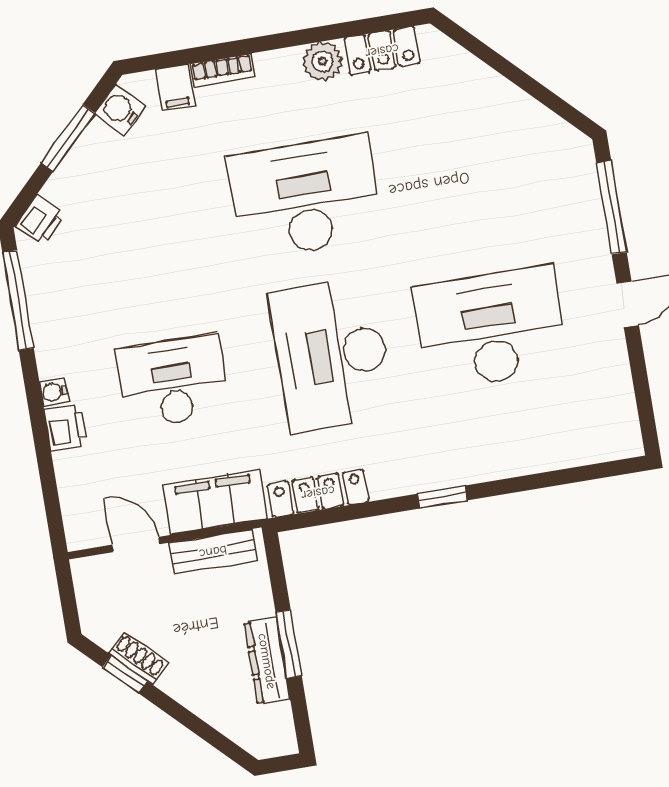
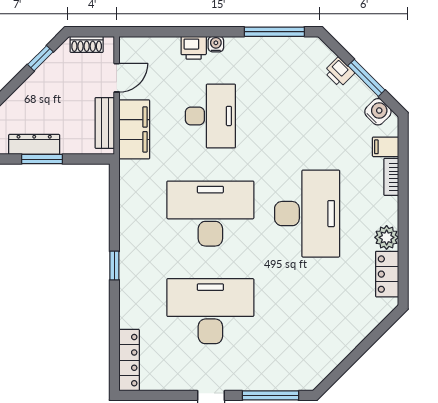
printer: (40, 220) -> (339, 72), moved
desk: (491, 328) -> (210, 311), turned -90
locker: (318, 493) -> (129, 360), moved
shoe rack: (138, 658) -> (87, 44), moved, turned 45

